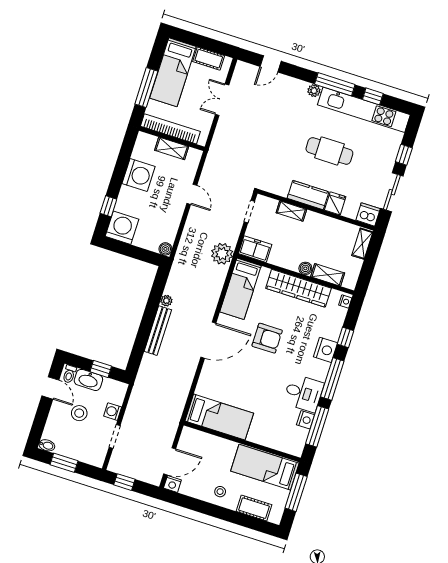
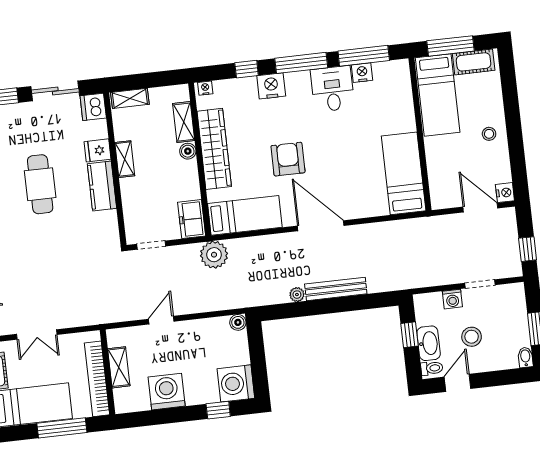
shelving: (291, 211) -> (125, 159), moved
cot: (254, 508) -> (474, 62), moved, turned 90

